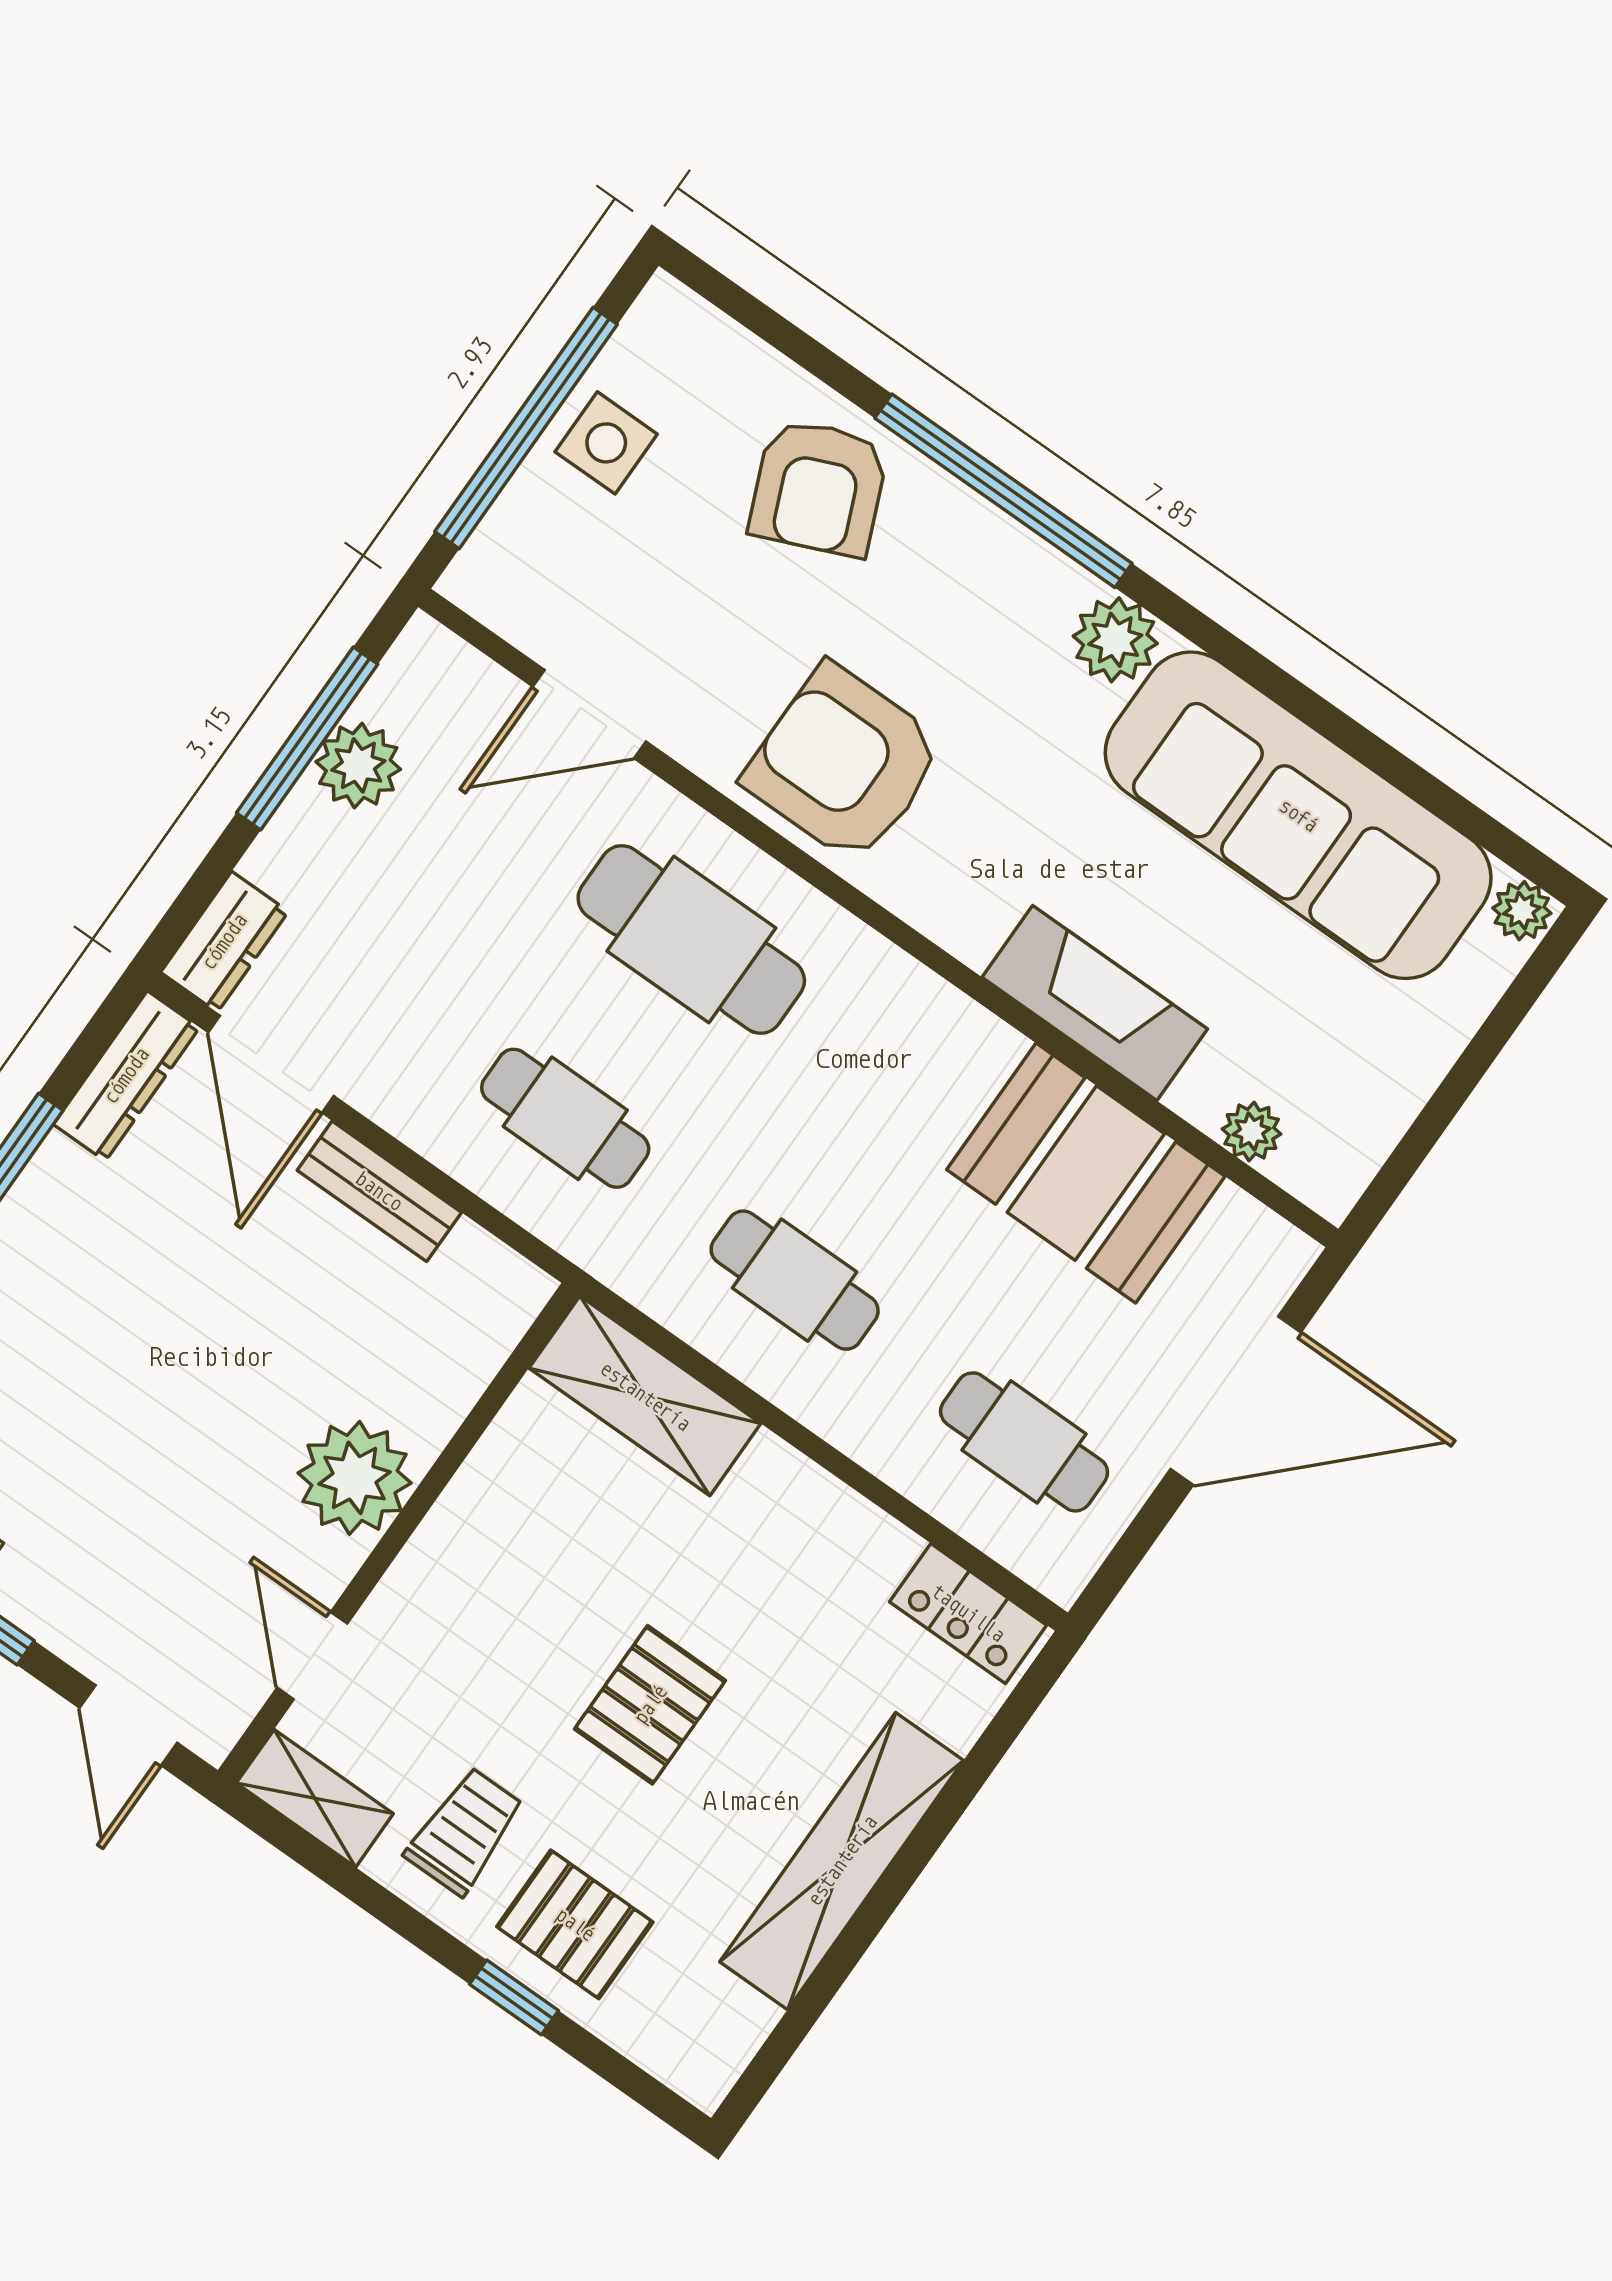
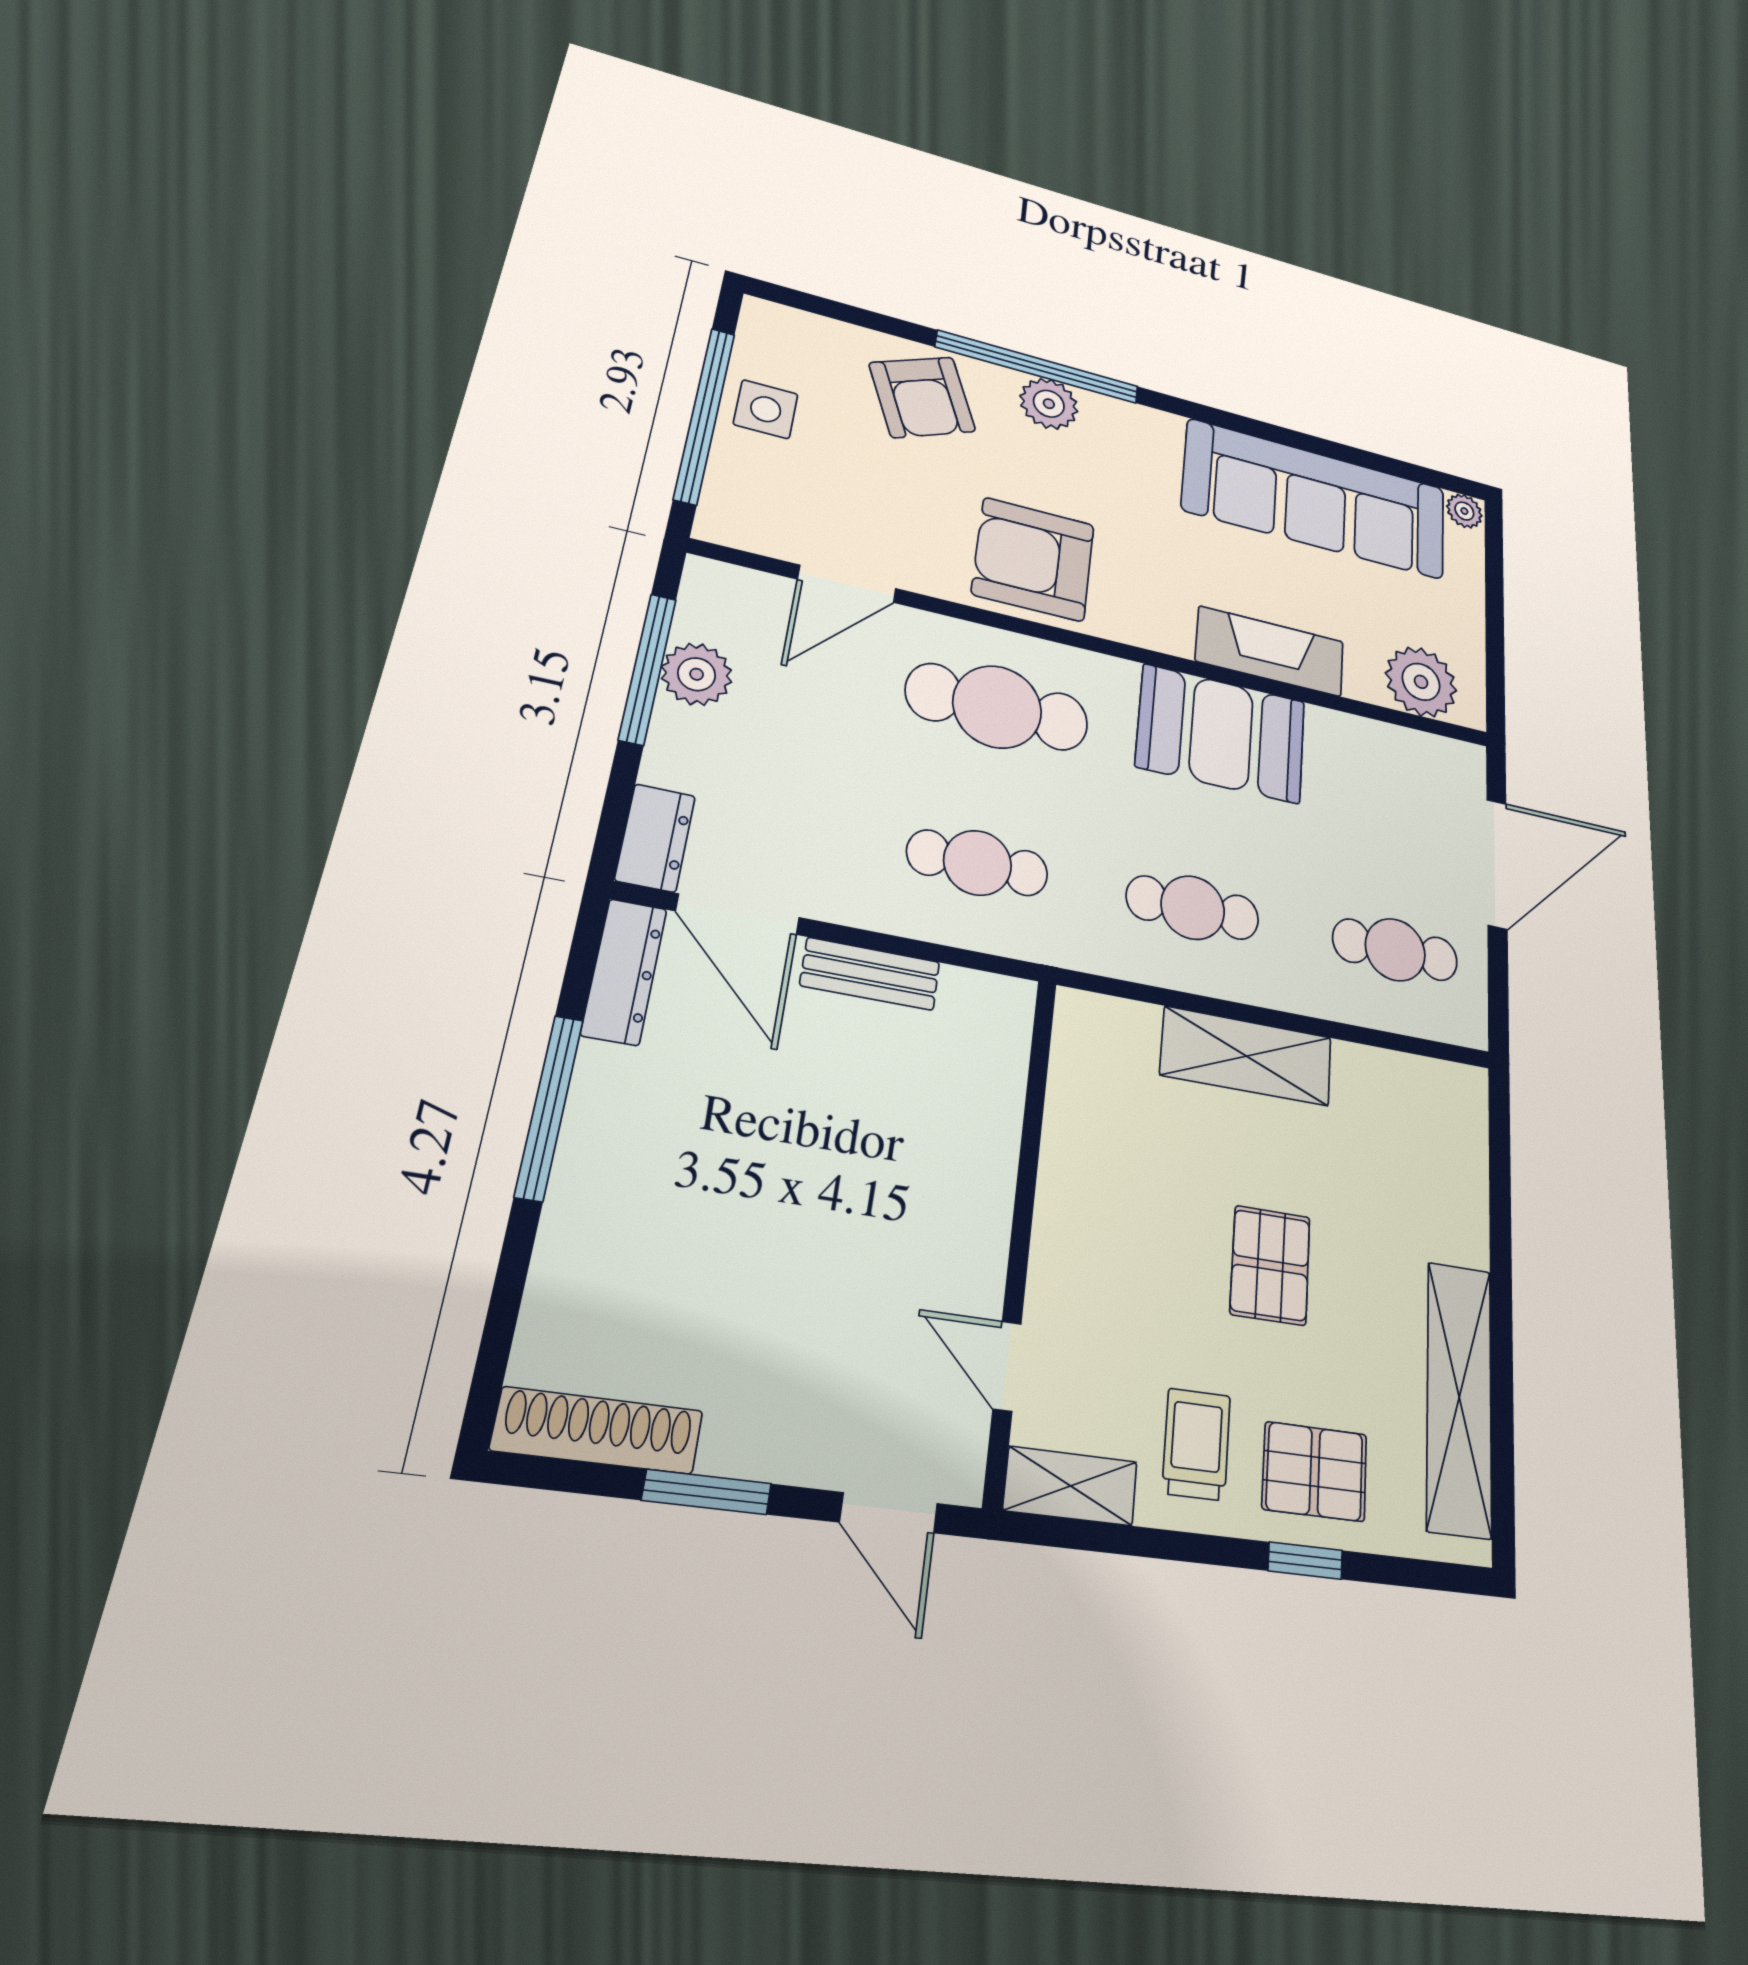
plant: (1115, 640) -> (1049, 404), moved
plant: (1252, 1132) -> (1421, 682), width x1.87, depth x1.87
booth: (1086, 1173) -> (1221, 734), moved
shelving: (645, 1396) -> (1247, 1056), moved
plant: (354, 1478) -> (965, 1204), removed
locker: (968, 1613) -> (1431, 1084), removed
shelving: (842, 1861) -> (1459, 1398), moved

